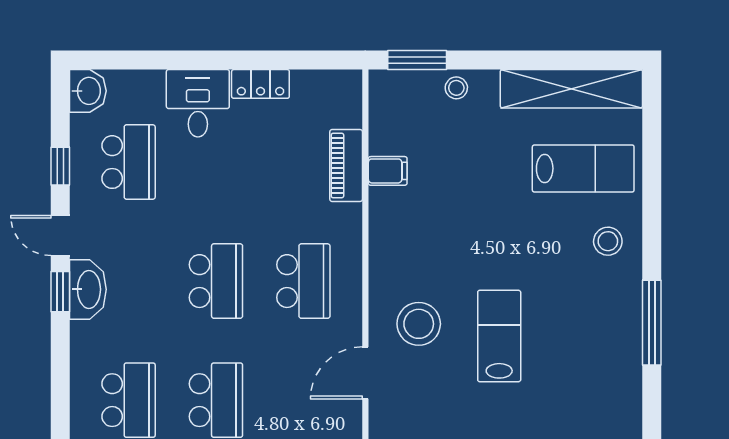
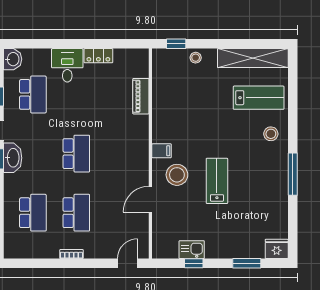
window: (417, 60) -> (176, 44), width x0.67
filing cabinet: (388, 171) -> (162, 151), moved
school desk: (303, 281) -> (120, 154), removed

